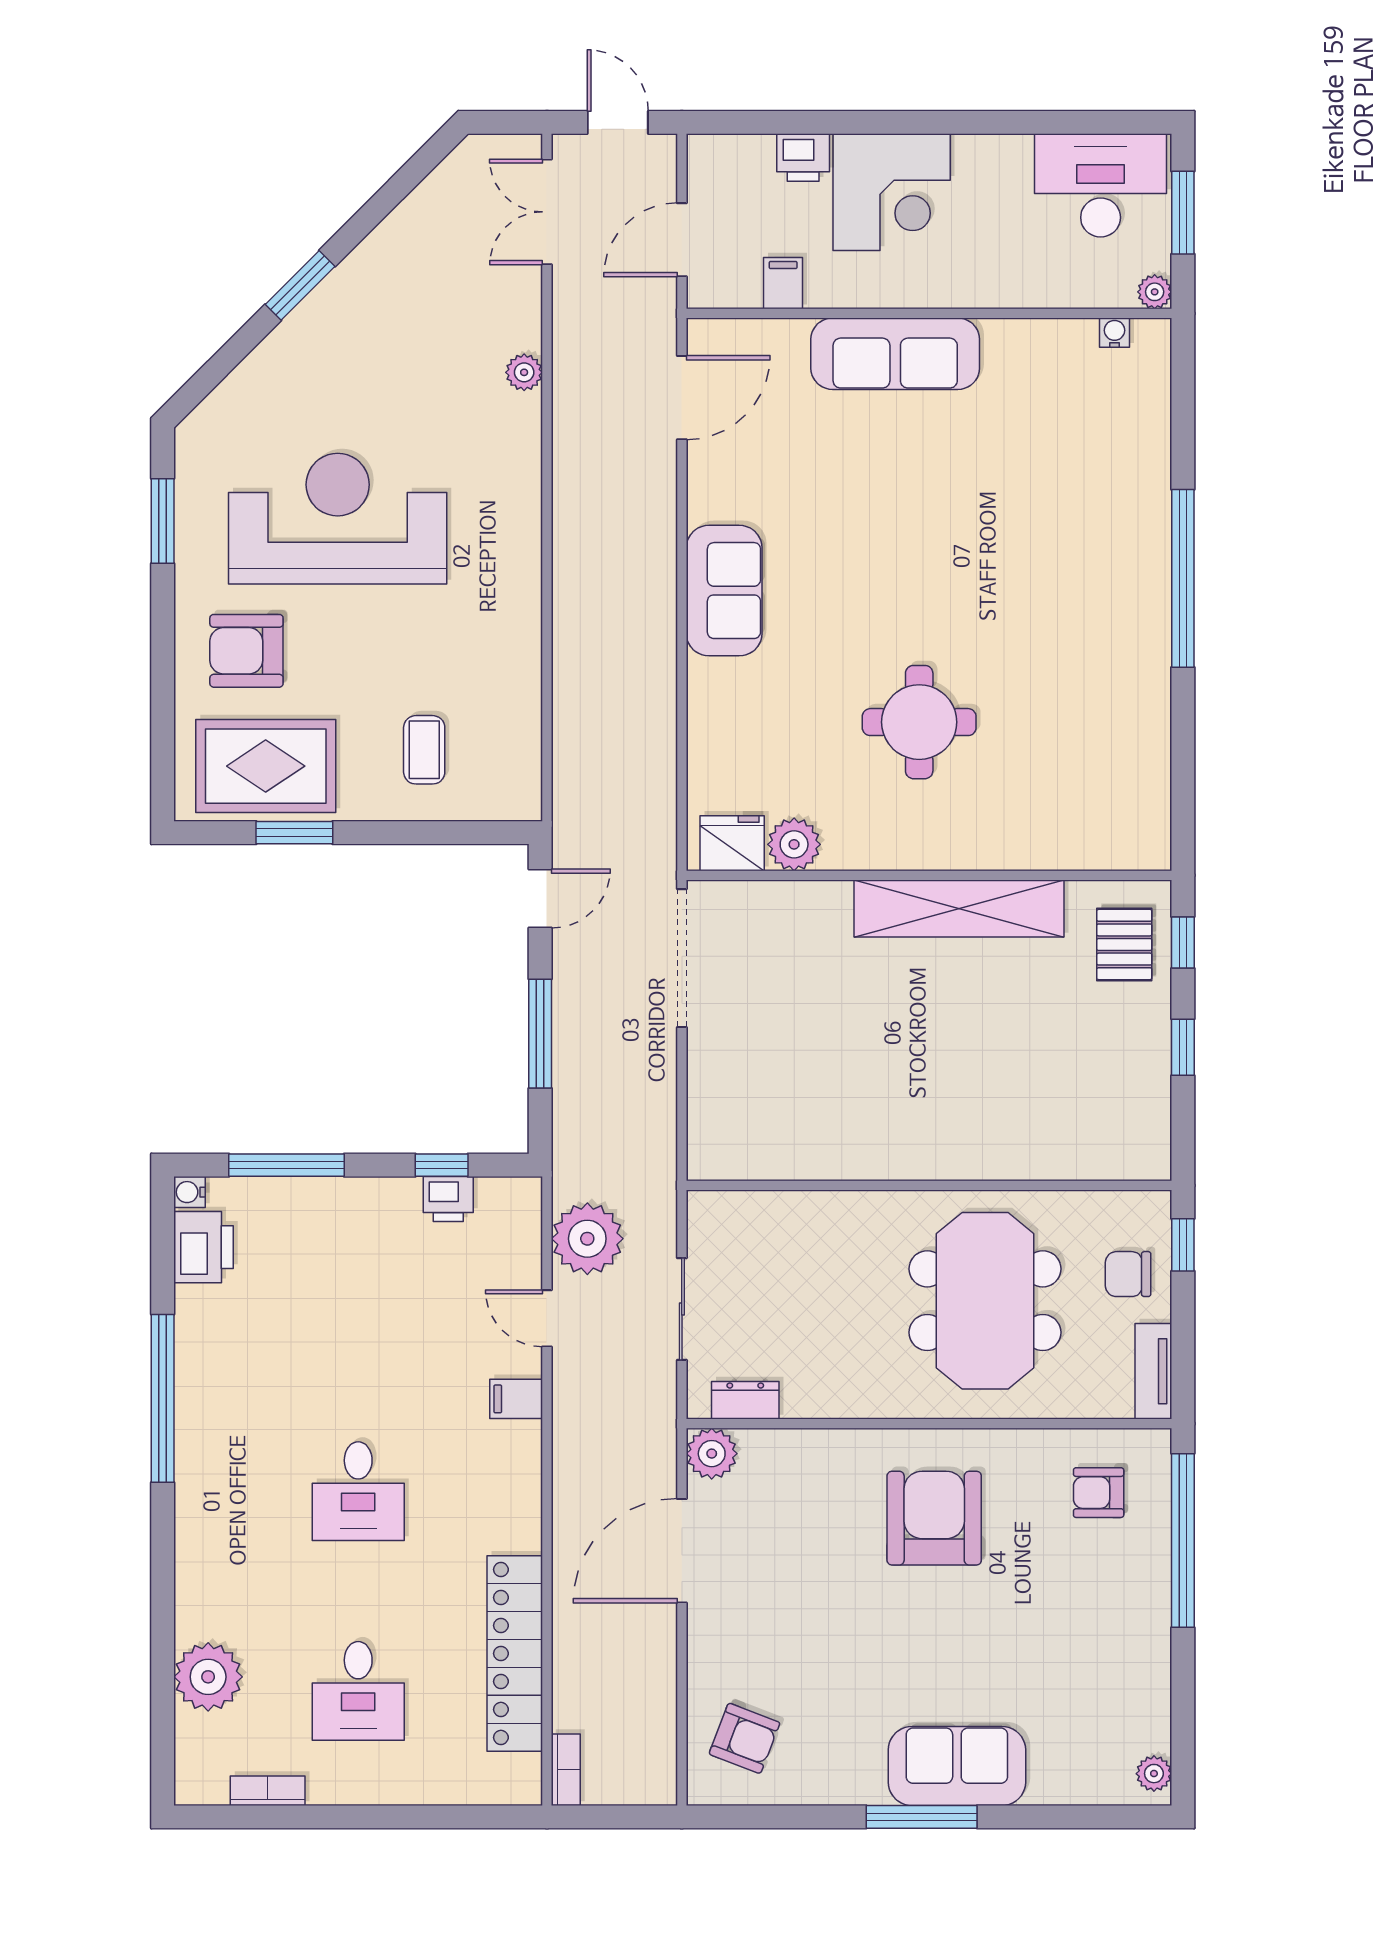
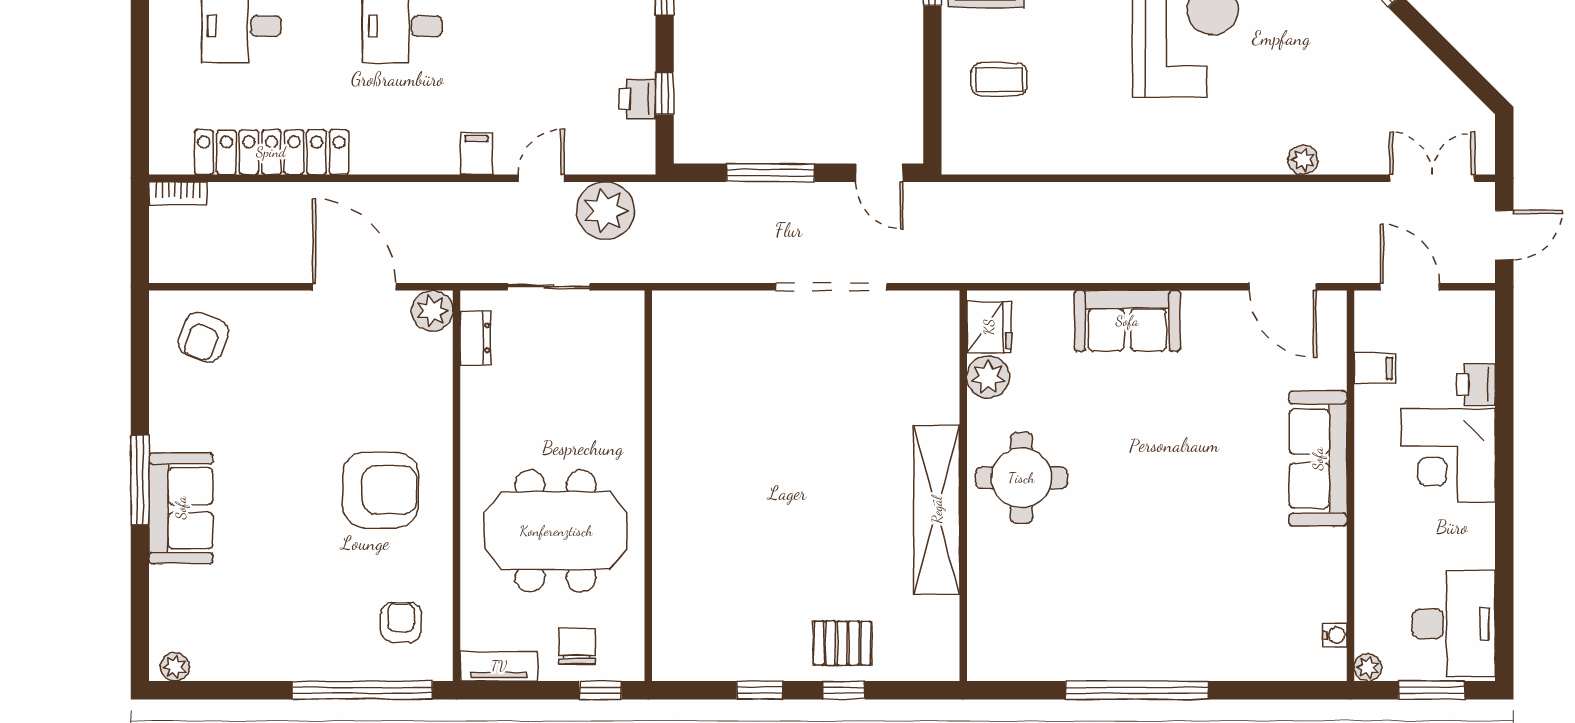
fridge: (732, 843) -> (989, 327), moved
plant: (794, 844) -> (988, 377), moved
wall: (929, 875) -> (963, 486), moved
shelving: (959, 908) -> (937, 510), moved

